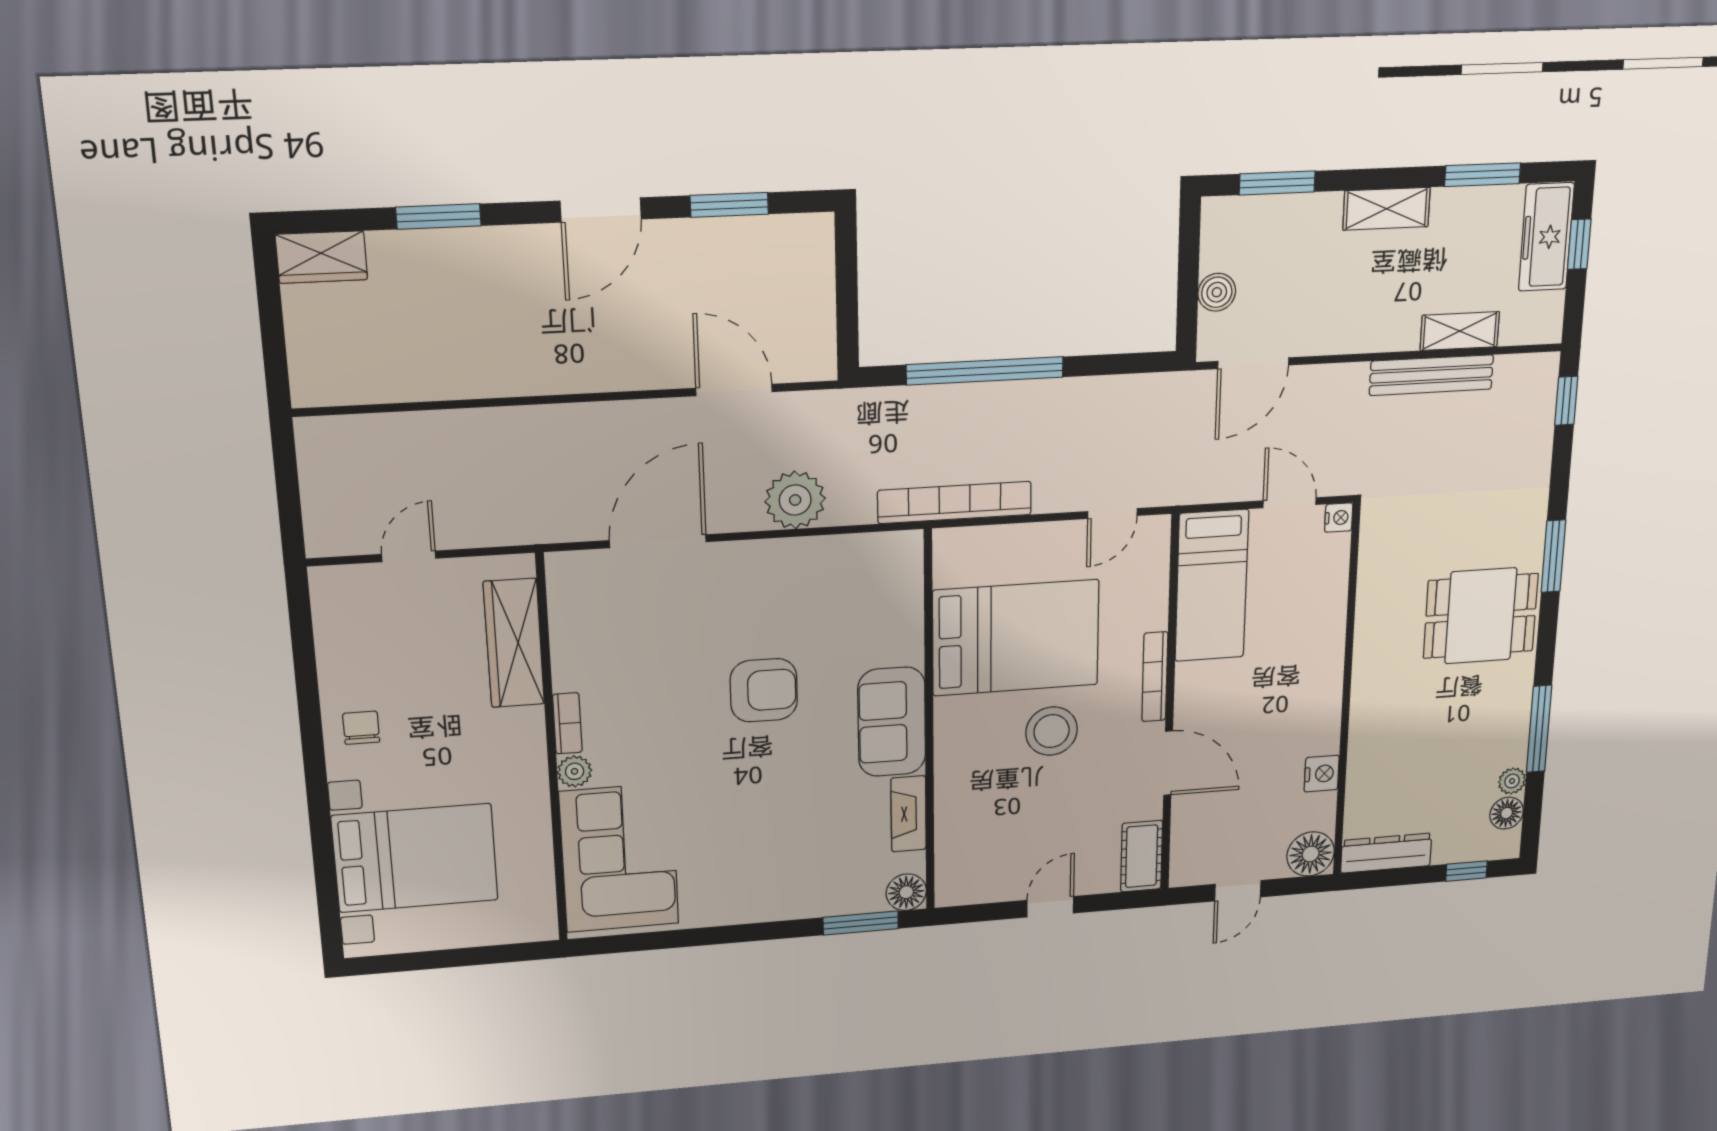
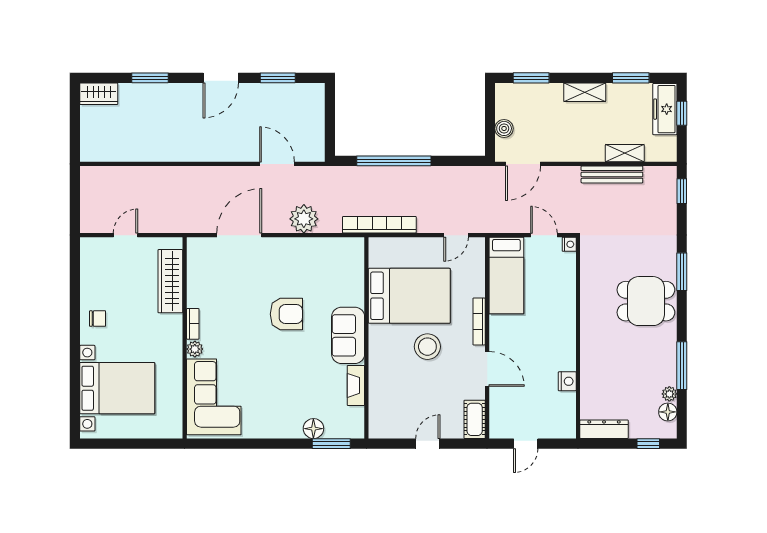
chair: (361, 728) -> (98, 319), turned 90
floor lamp: (1311, 854) -> (563, 426), removed
floor lamp: (906, 892) -> (313, 429), moved

